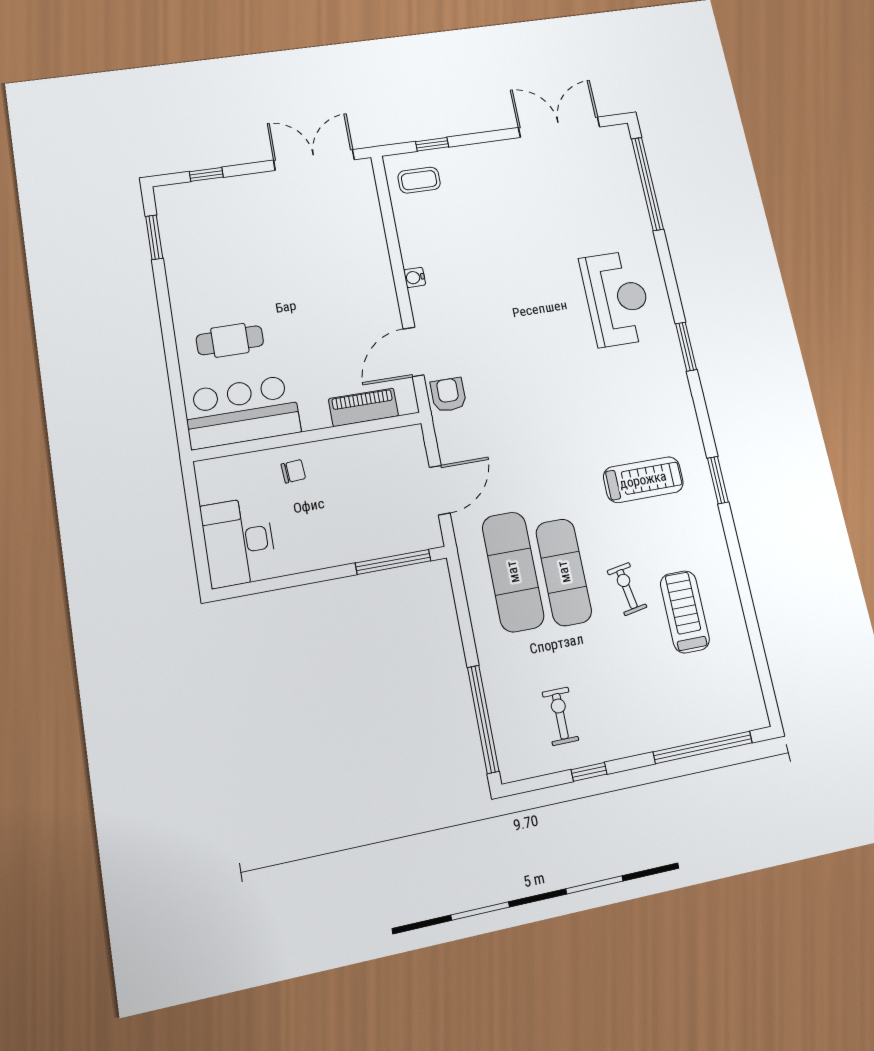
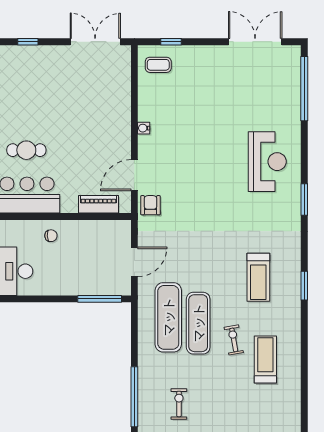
treadmill: (643, 480) -> (258, 277), turned 90

